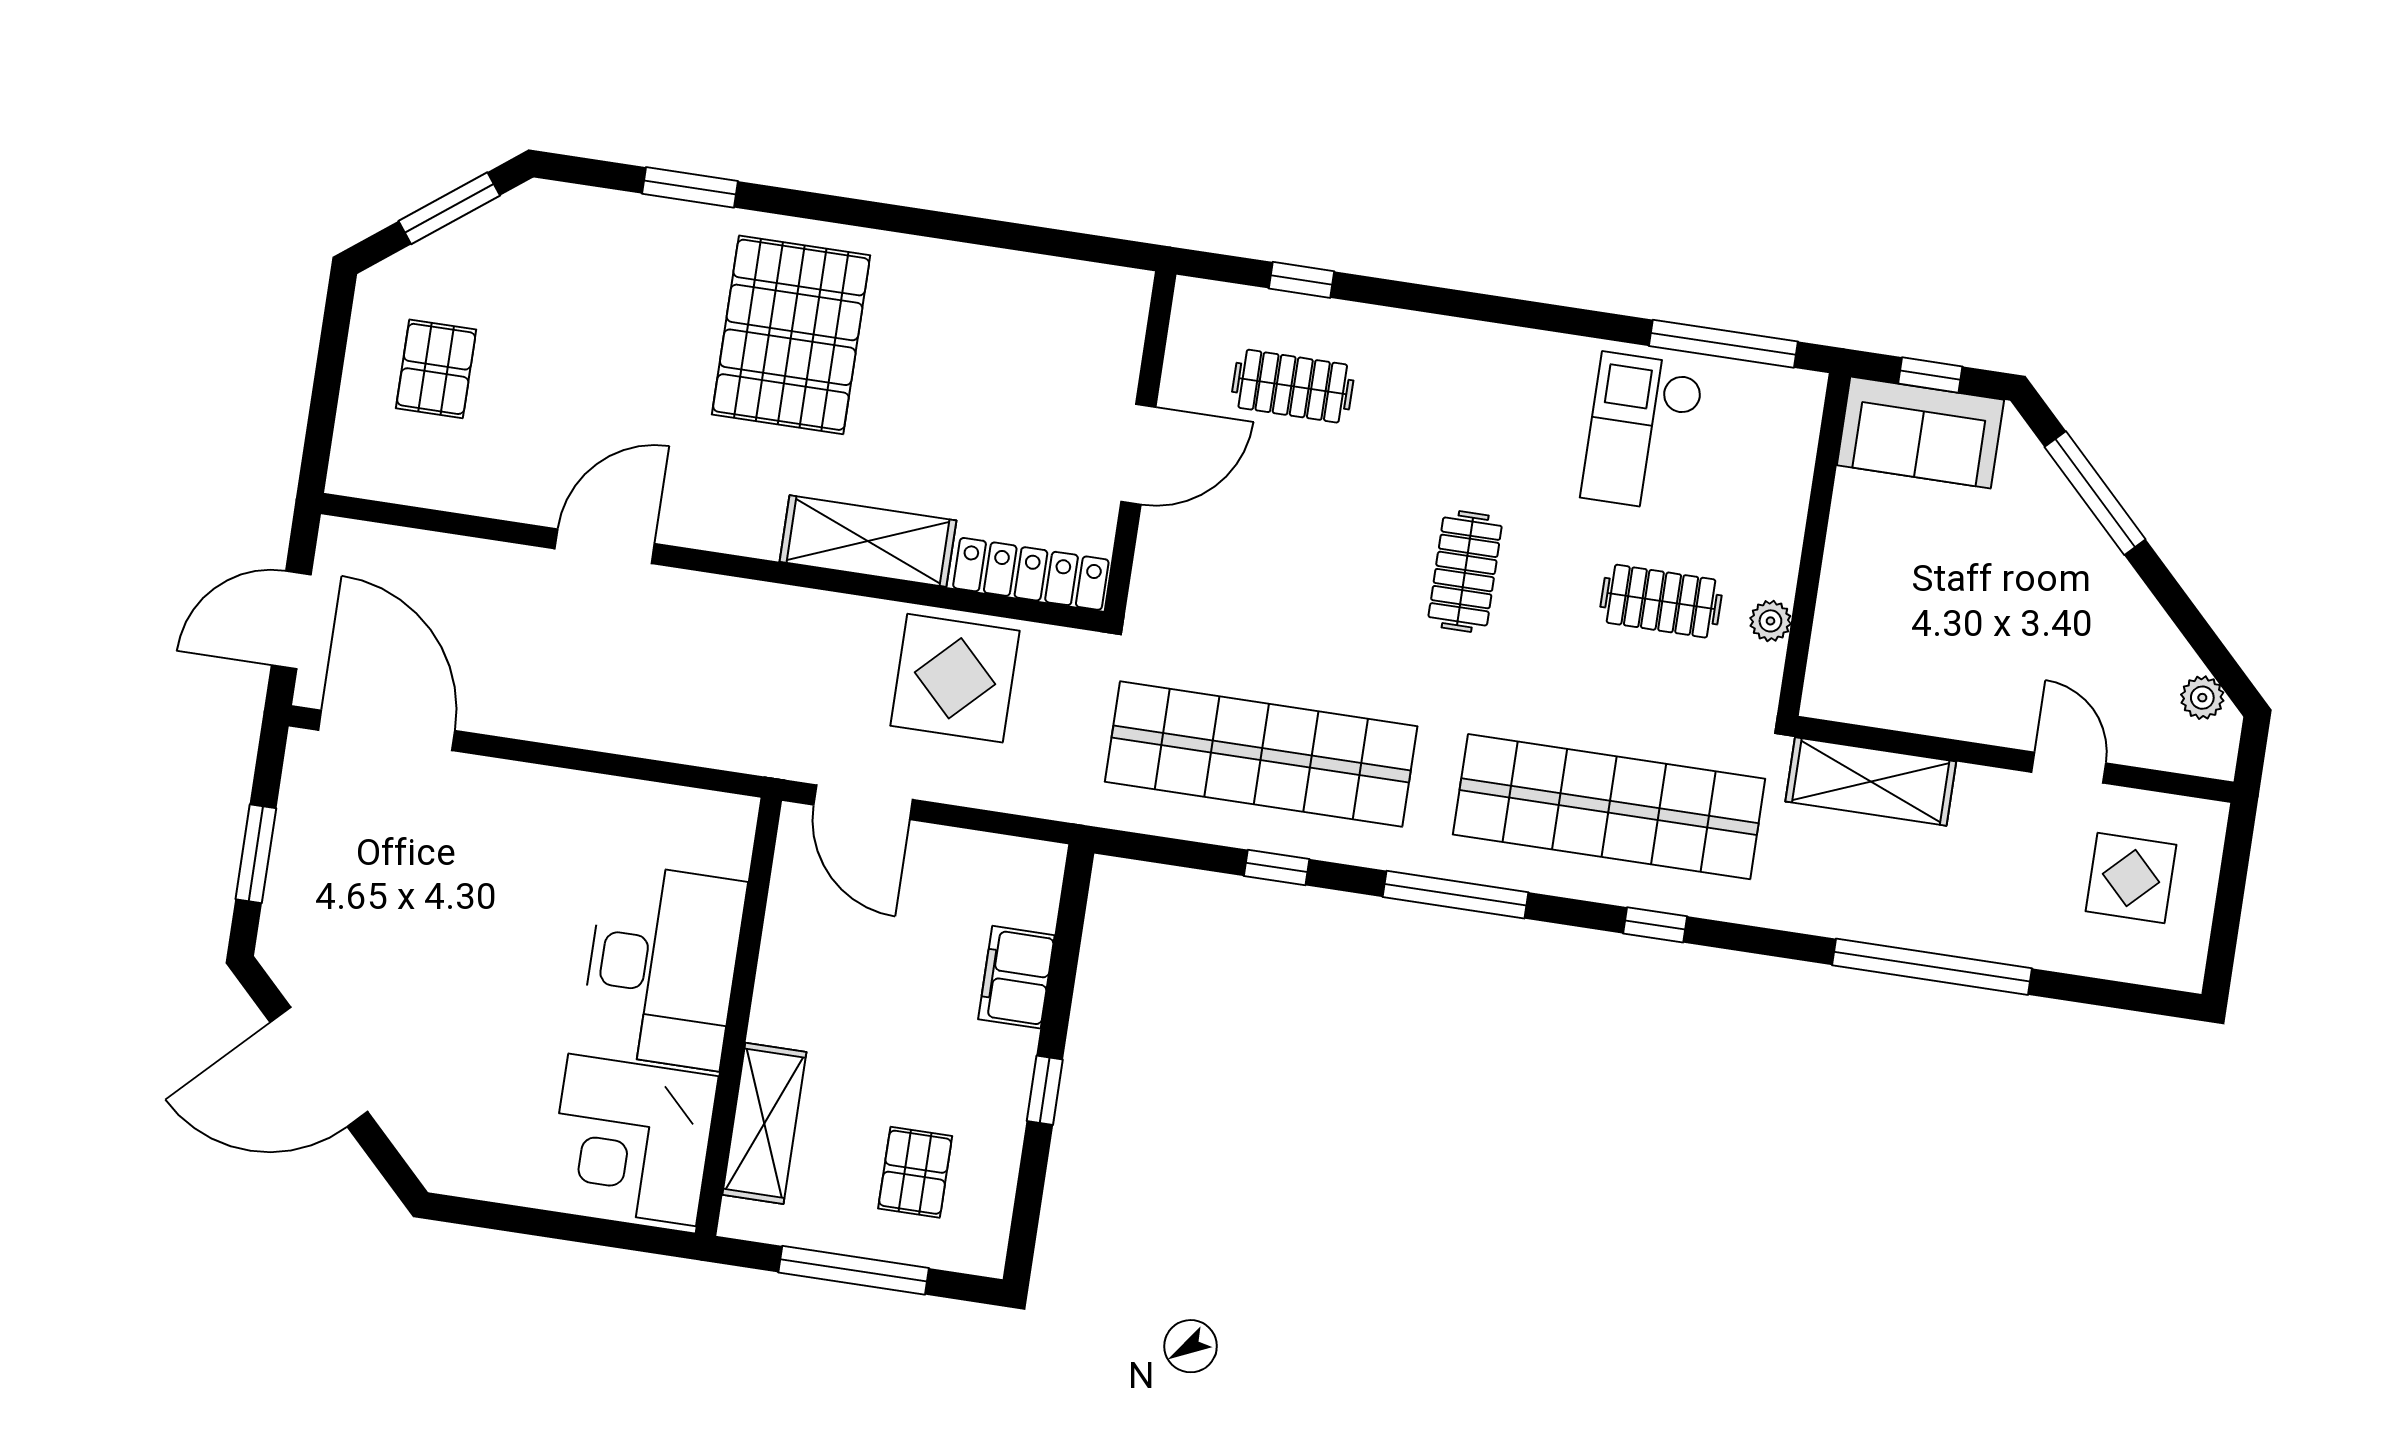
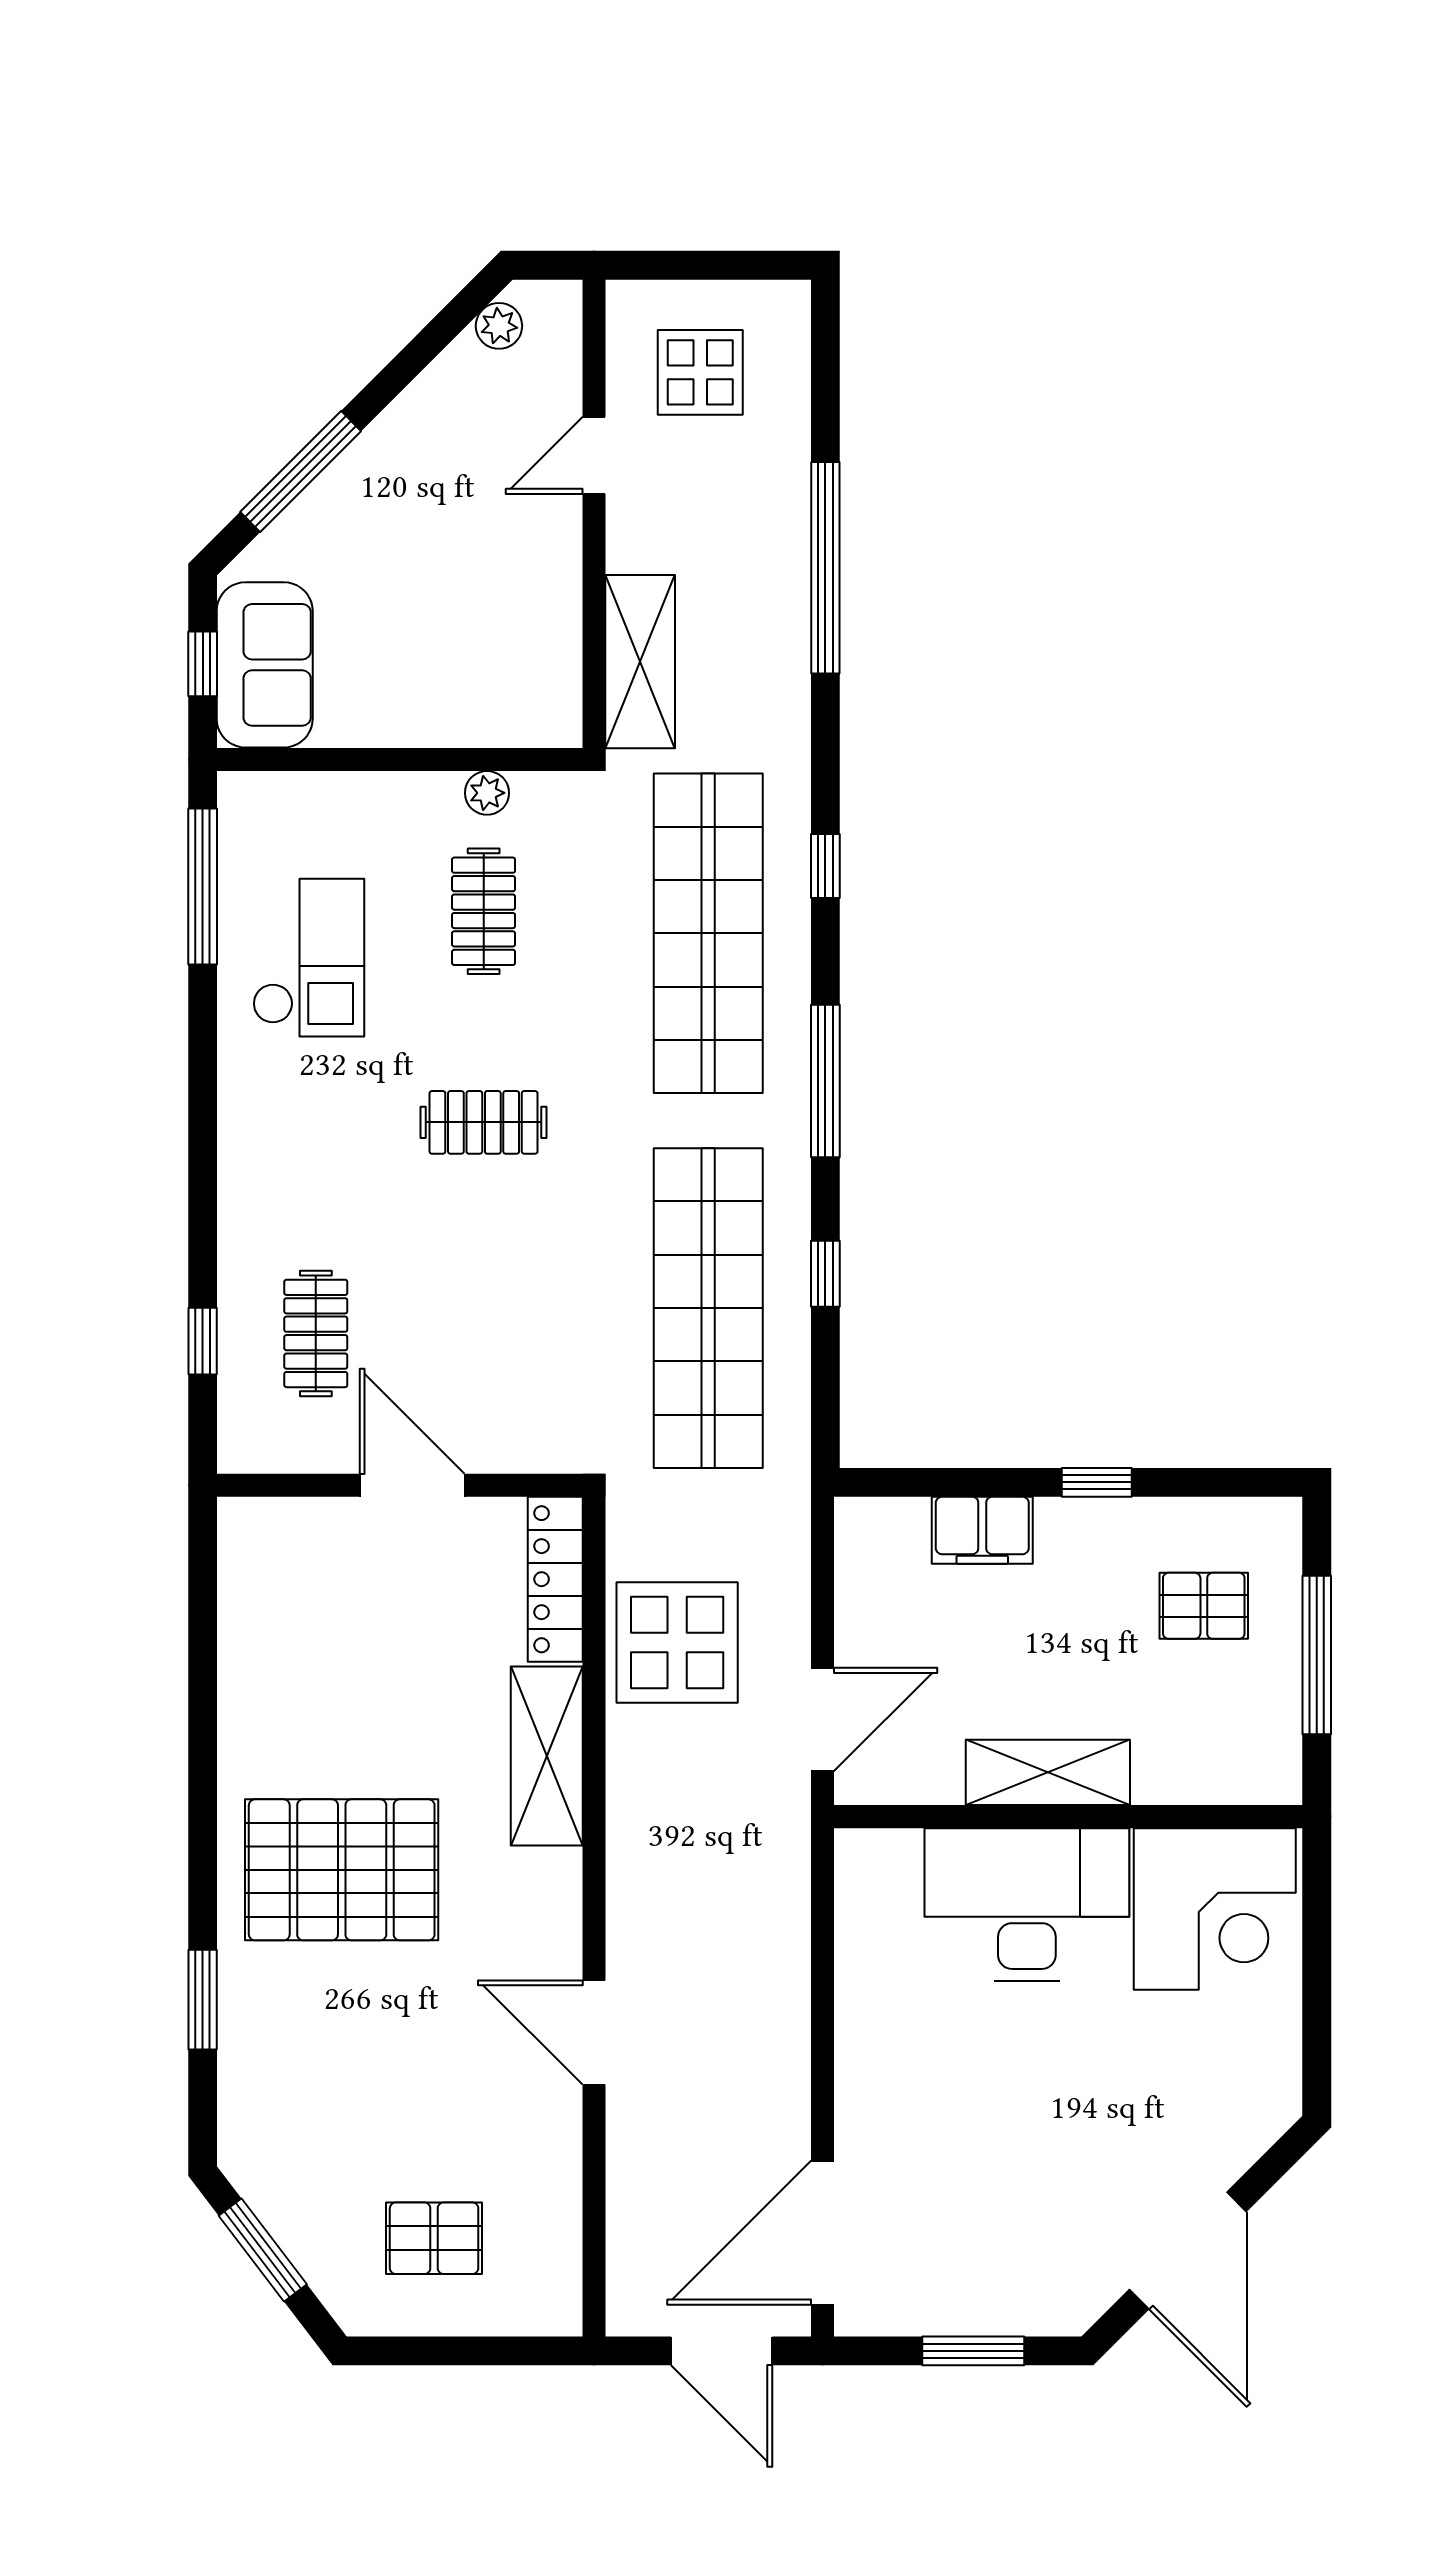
checkout: (1643, 432) -> (308, 958), turned -90
shelving: (764, 1123) -> (1048, 1772), moved

